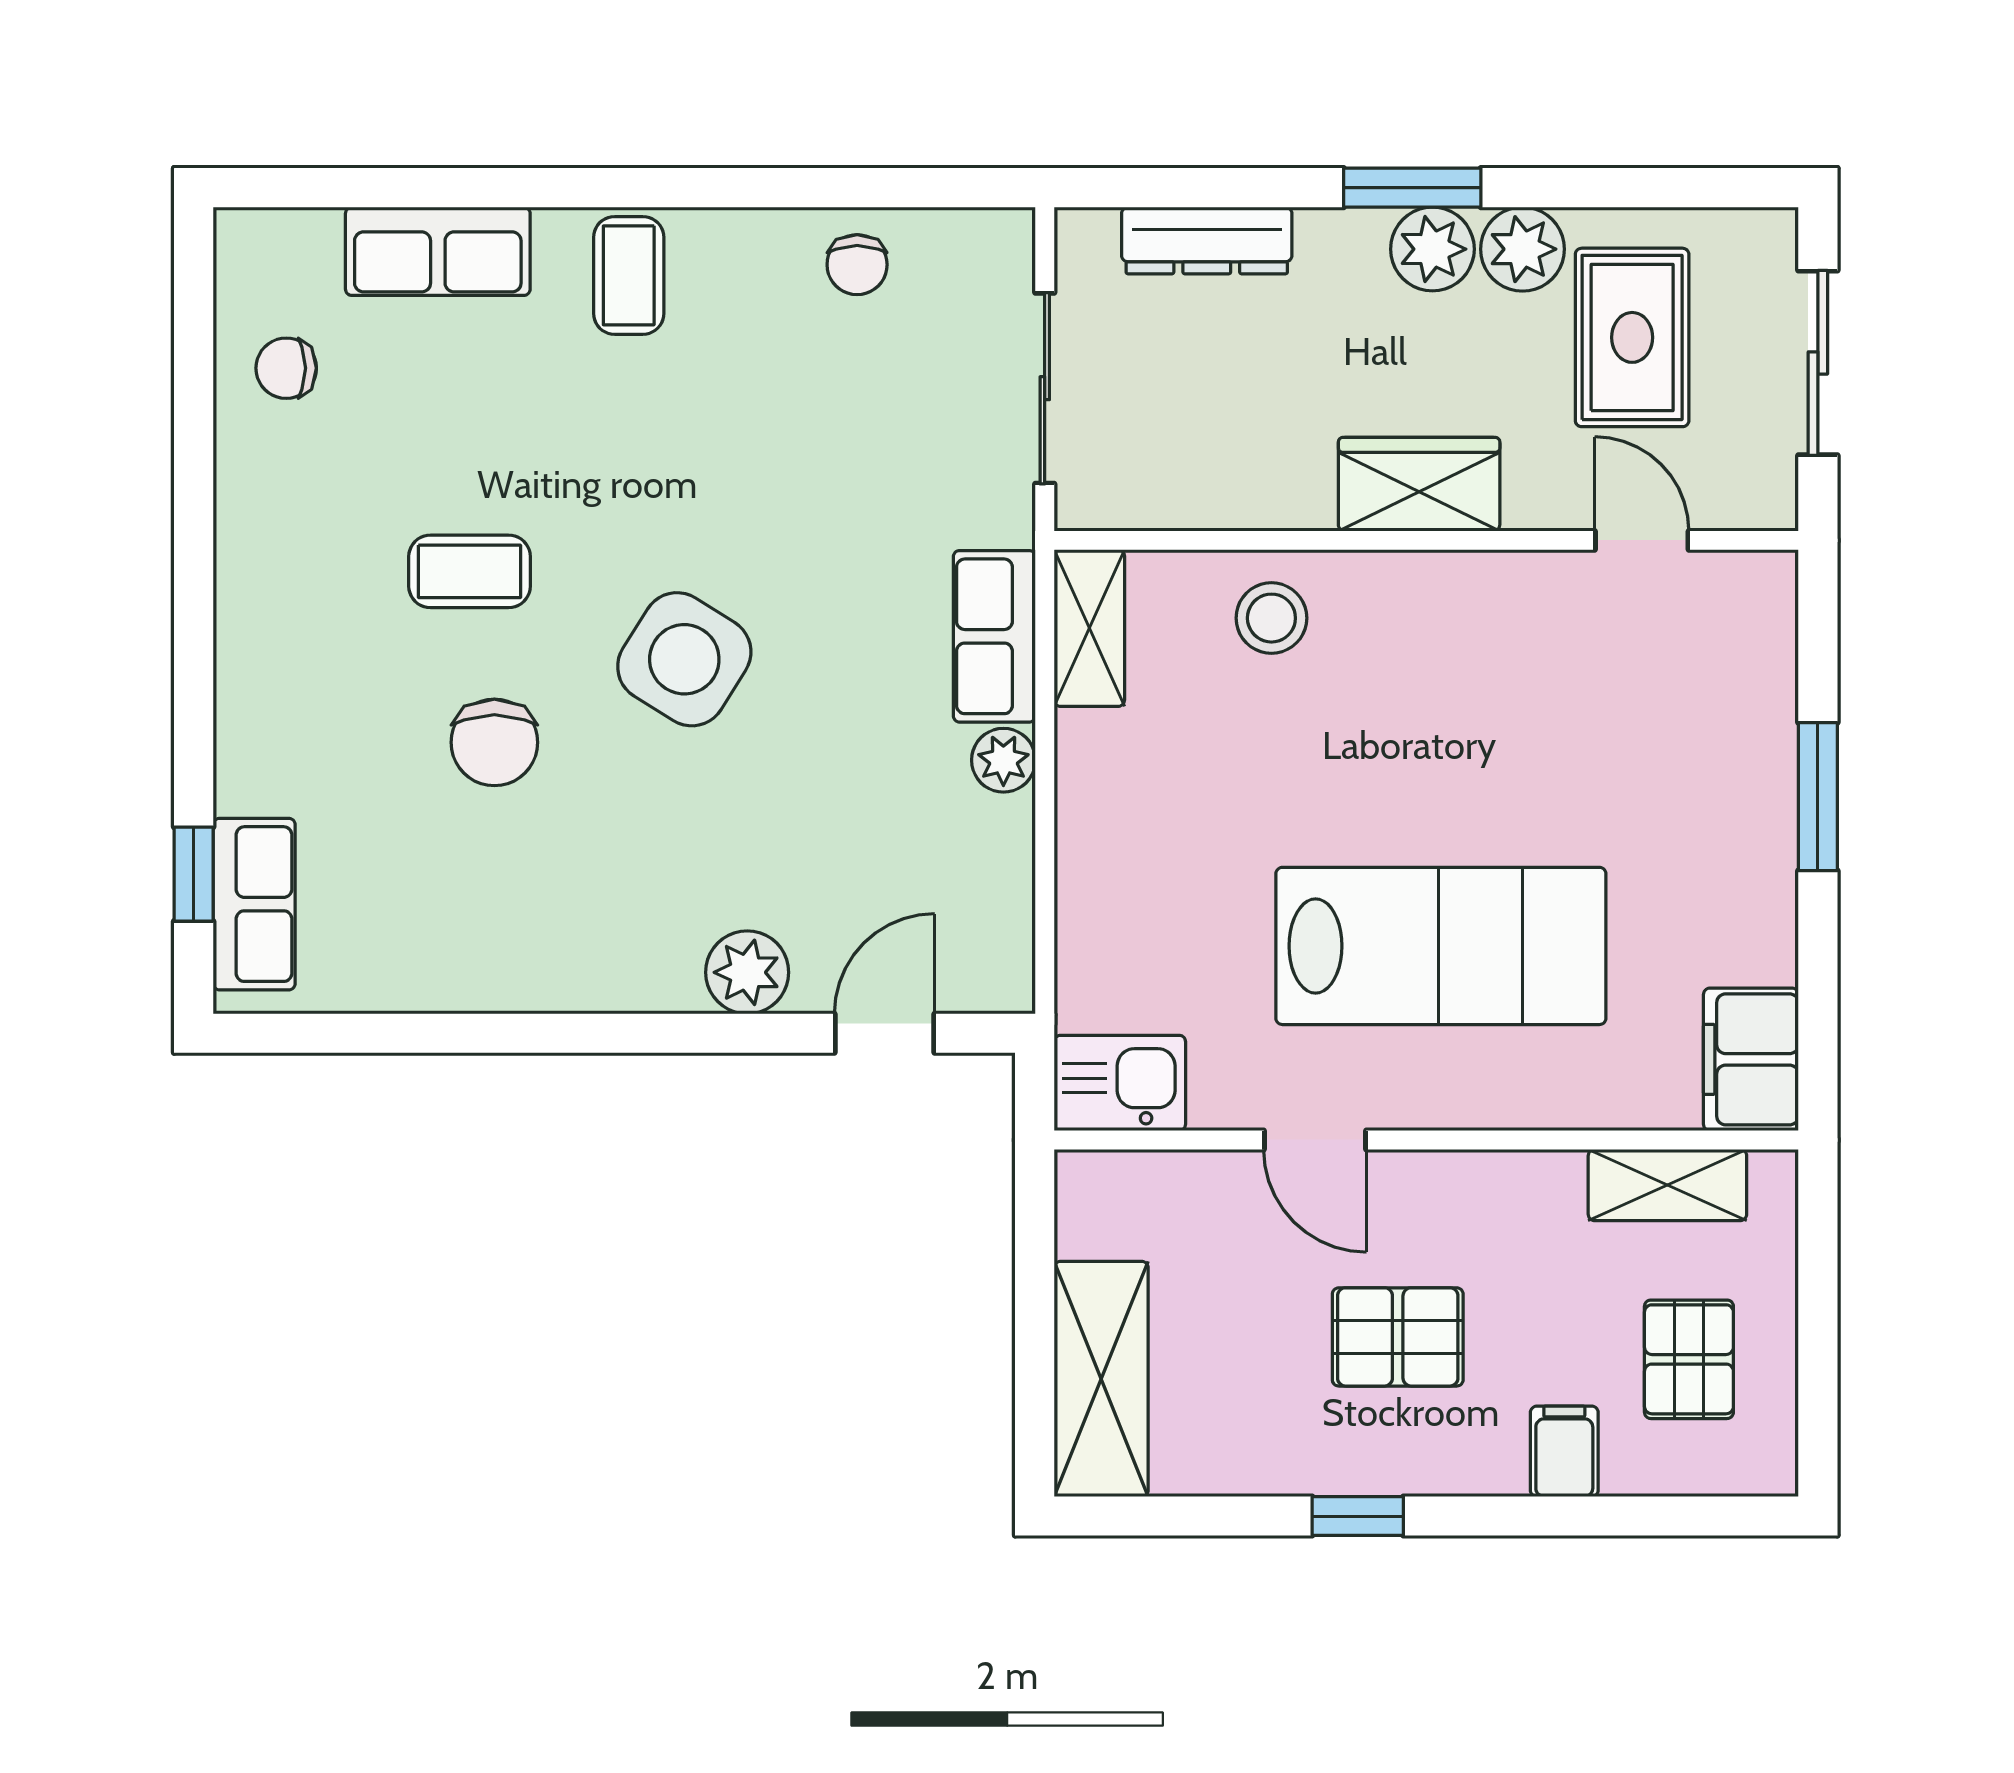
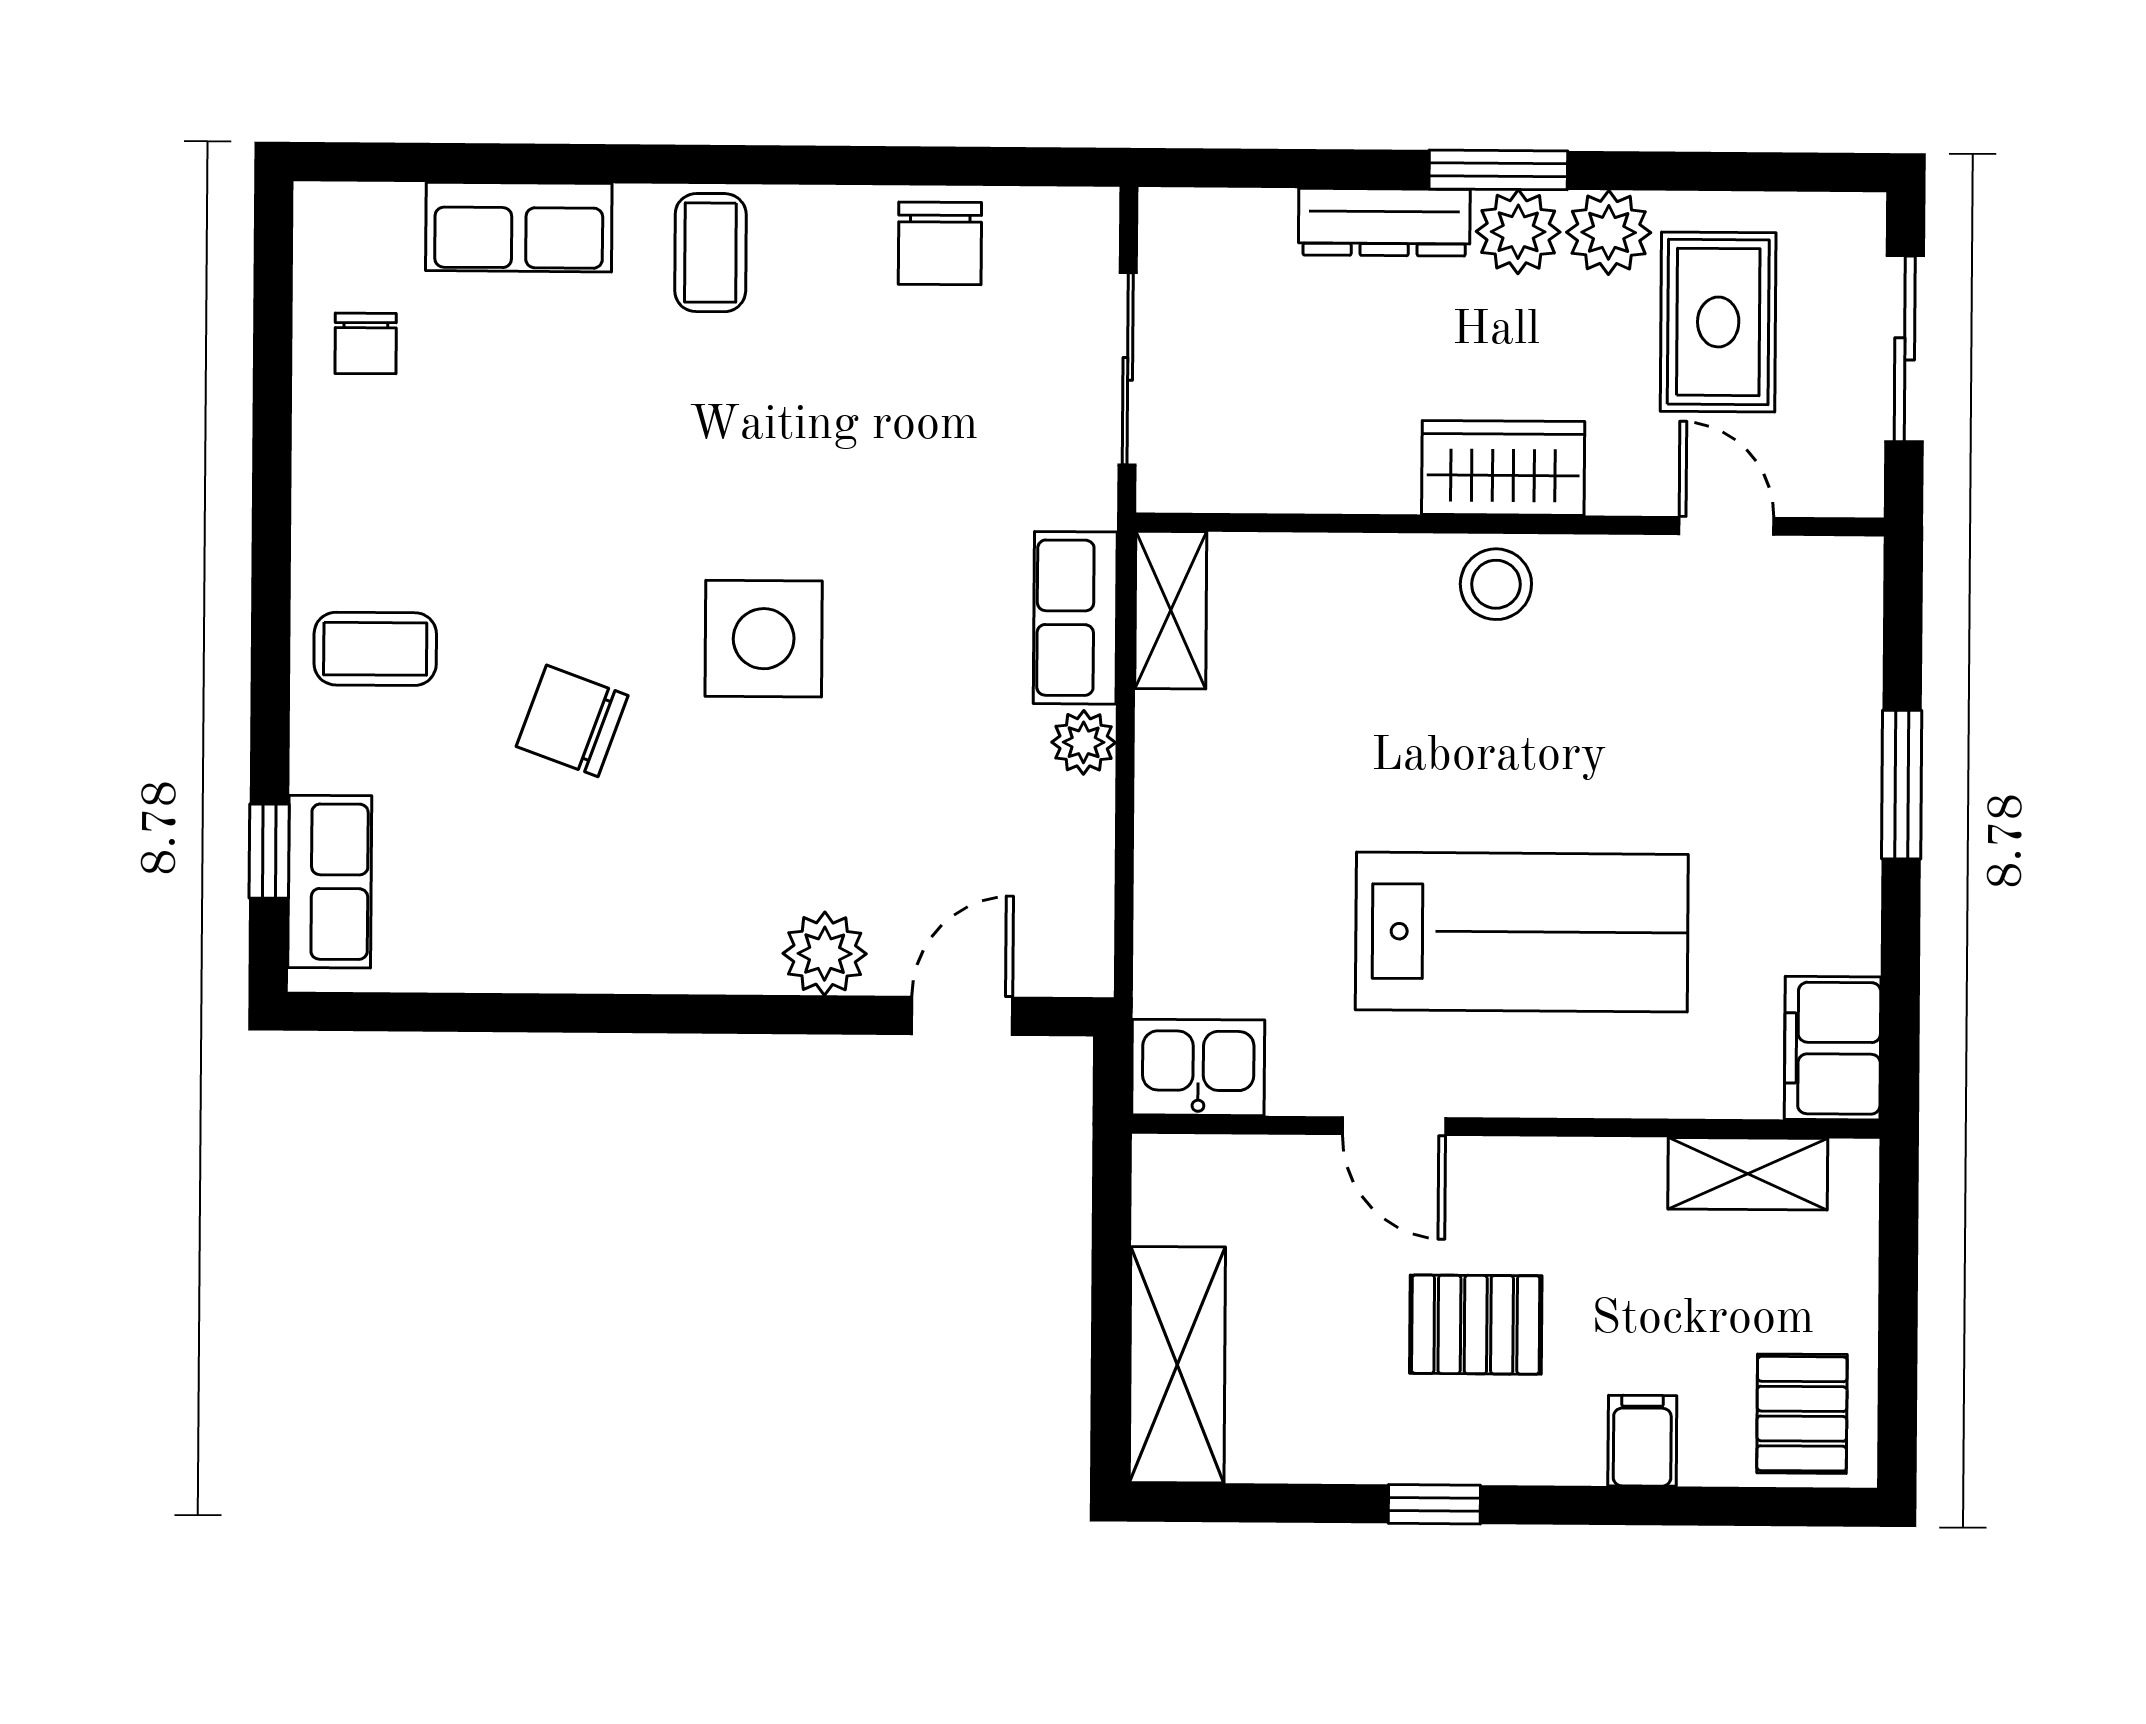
dresser: (1207, 240) -> (1384, 222), moved
chair: (857, 265) -> (940, 243), width x1.37, depth x1.37
chair: (286, 368) -> (366, 343), turned -90
coffee table: (470, 571) -> (375, 649), moved
stool: (1271, 618) -> (1496, 584), moved
side table: (684, 659) -> (764, 639), turned -32
chair: (494, 742) -> (572, 721), turned 110
pallet: (1689, 1359) -> (1802, 1414), moved

